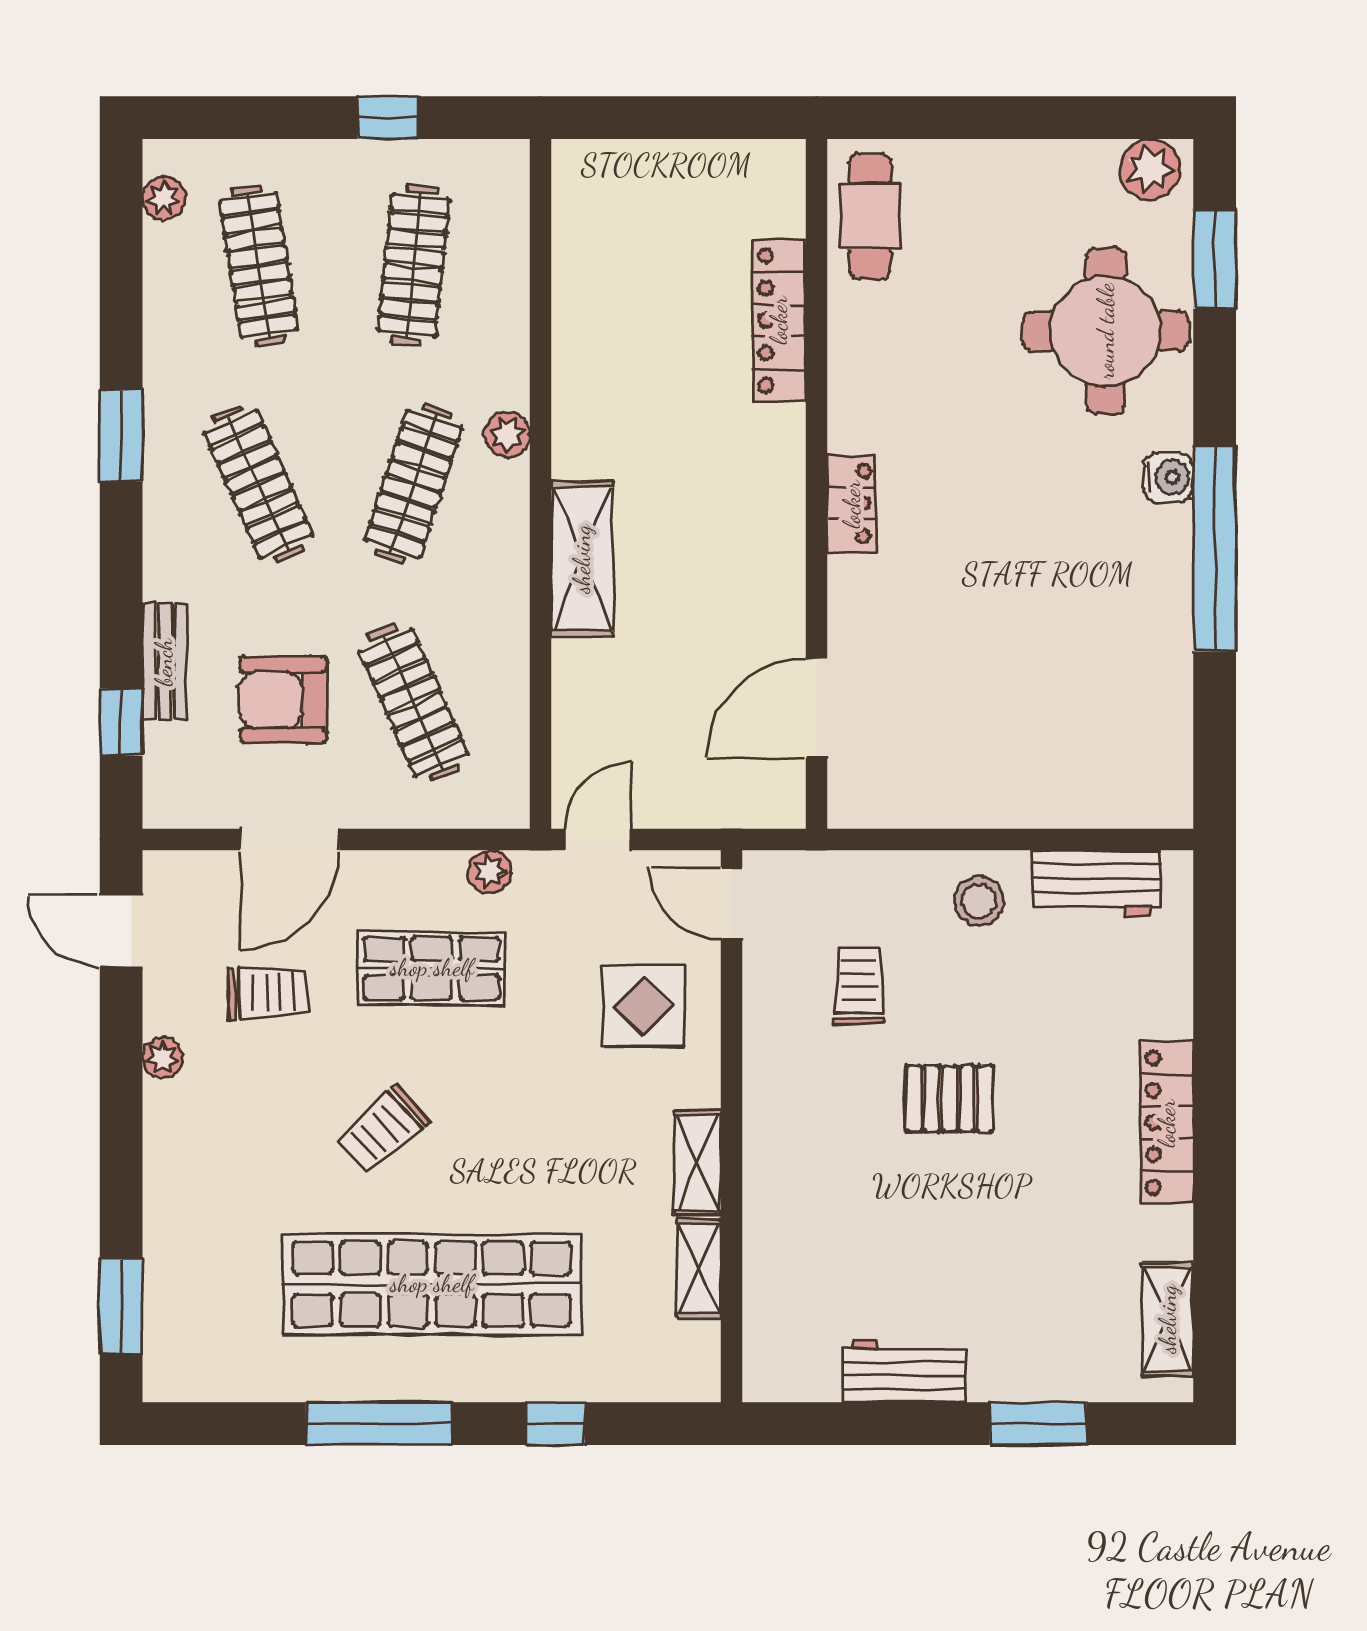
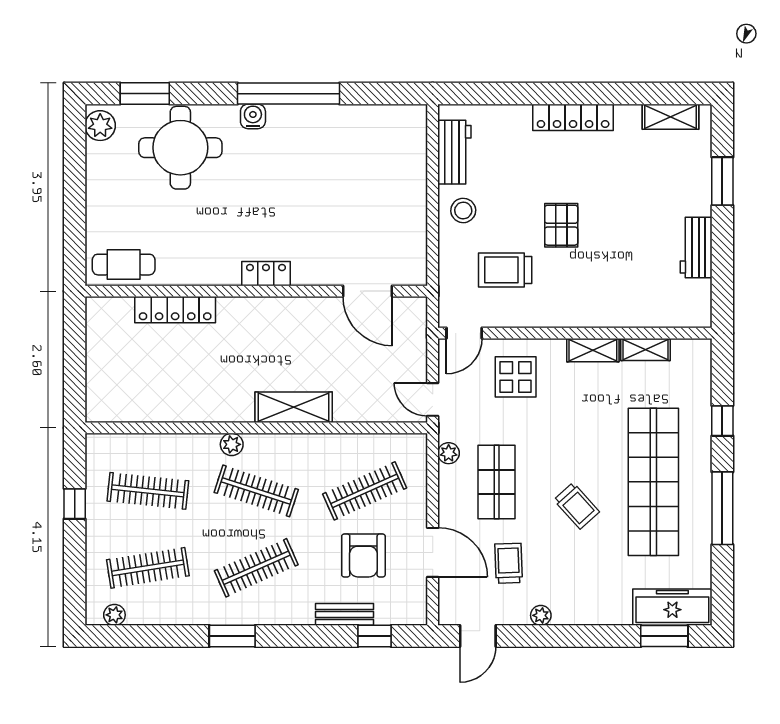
trolley: (859, 986) -> (505, 270), width x1.36, depth x1.39
freezer: (179, 1323) -> (672, 607), added

